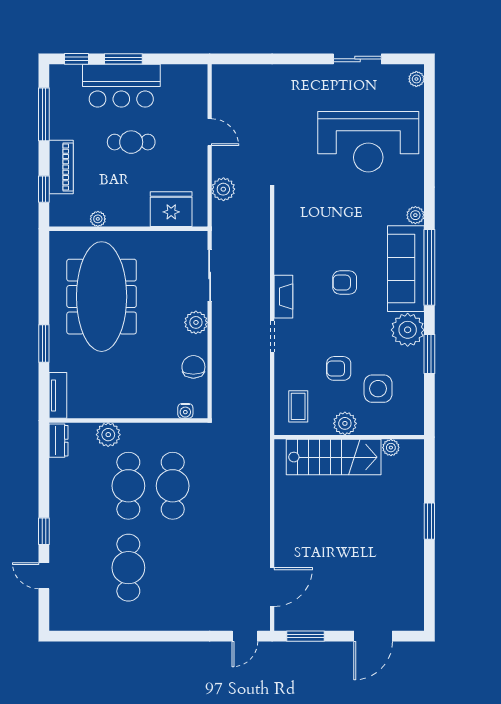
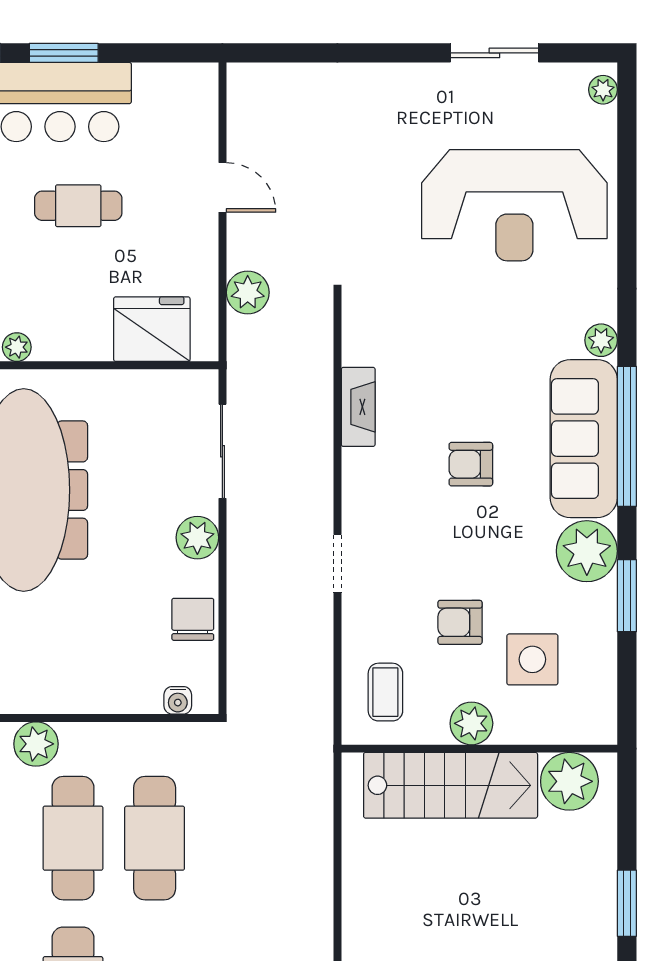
fireplace: (283, 297) -> (358, 407), moved
plant: (391, 448) -> (569, 781), width x1.87, depth x1.87

